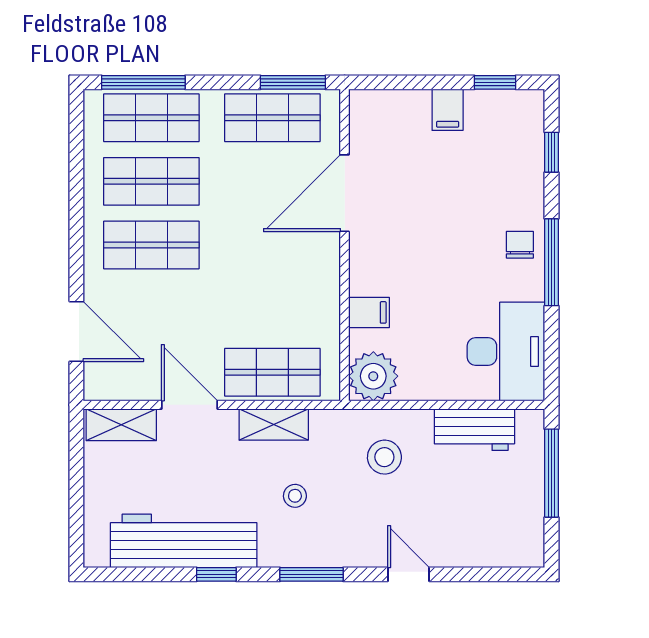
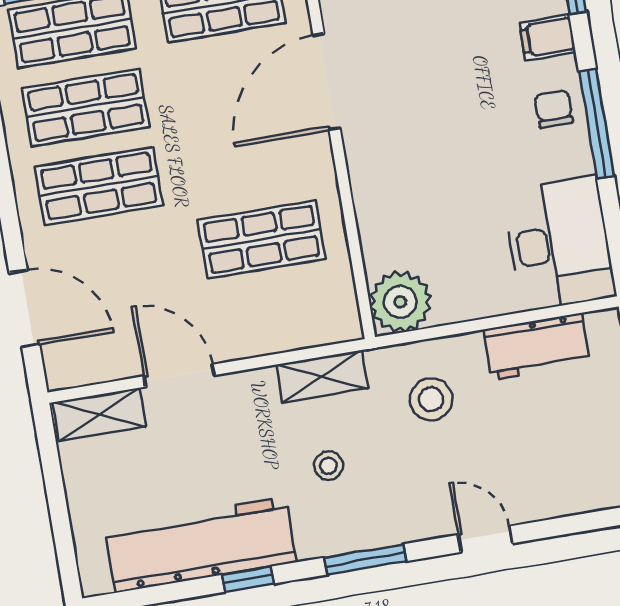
filing cabinet: (369, 312) -> (547, 37), moved, turned 180
shop shelf: (272, 372) -> (262, 239), moved
shelving: (274, 425) -> (322, 376), moved

